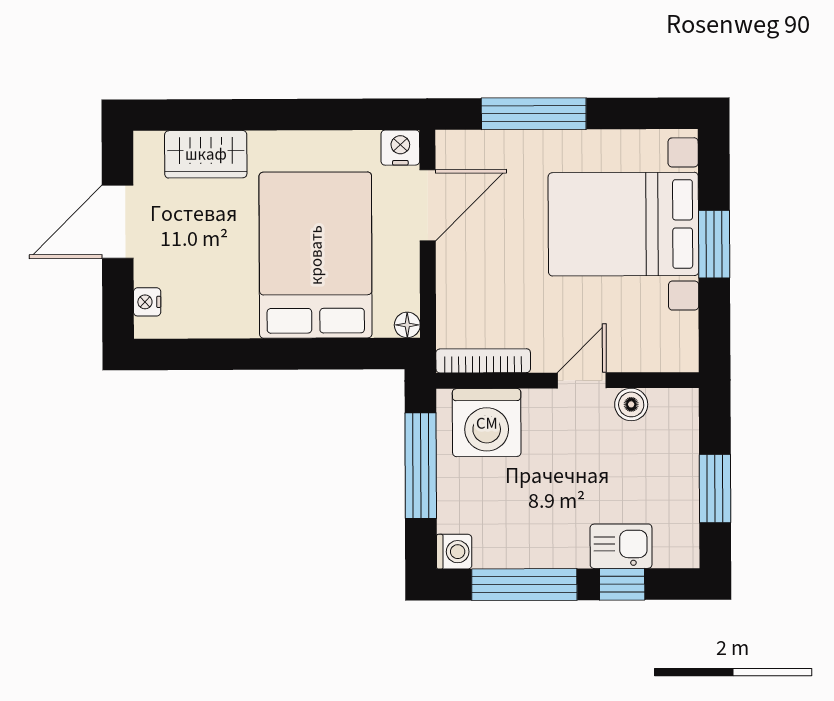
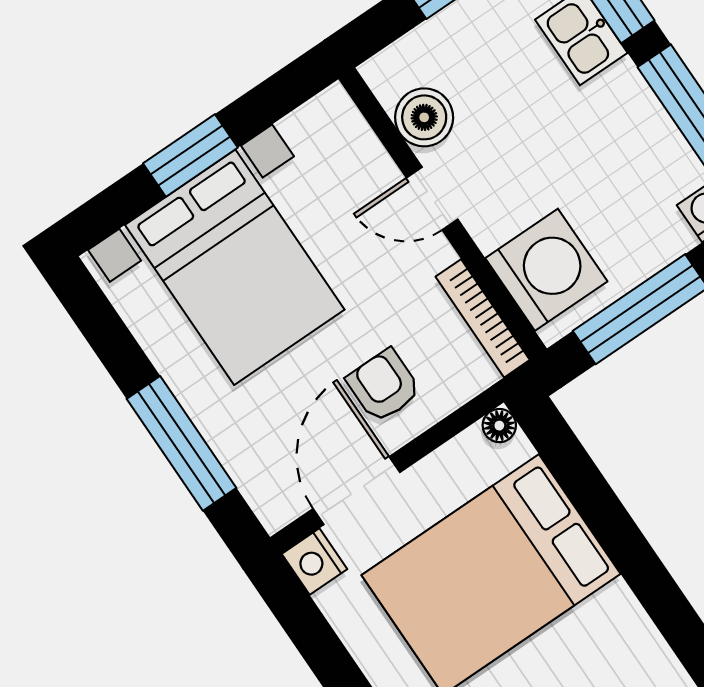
door: (428, 205) -> (356, 491), hinge flipped
armchair: (483, 268) -> (384, 386), added
boiler: (631, 404) -> (424, 117), width x1.36, depth x1.36

